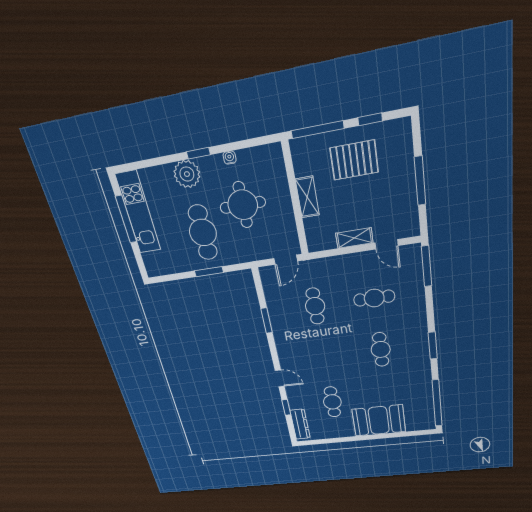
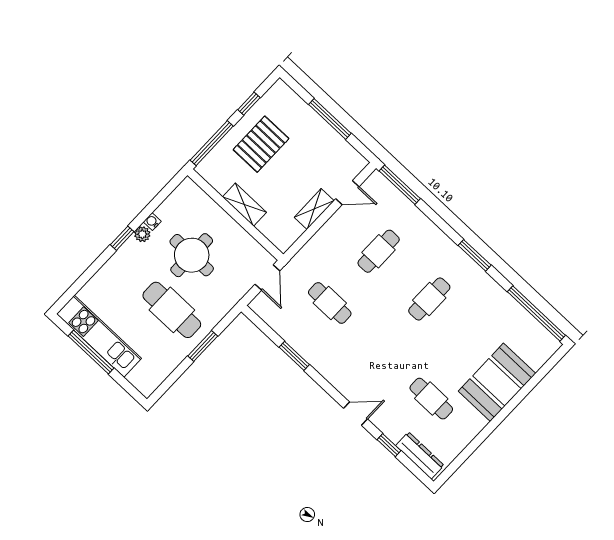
plant: (187, 174) -> (142, 234), moved, width x0.53, depth x0.53
cafe table: (381, 350) -> (429, 299), turned 90

